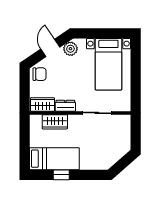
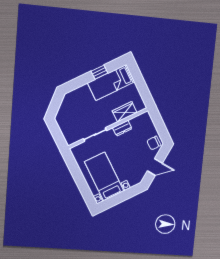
door: (50, 48) -> (155, 167), hinge flipped
plant: (70, 49) -> (139, 174), removed
wardrobe: (42, 105) -> (141, 121), removed

